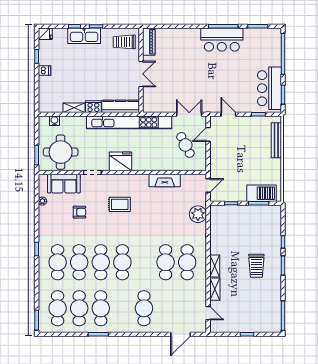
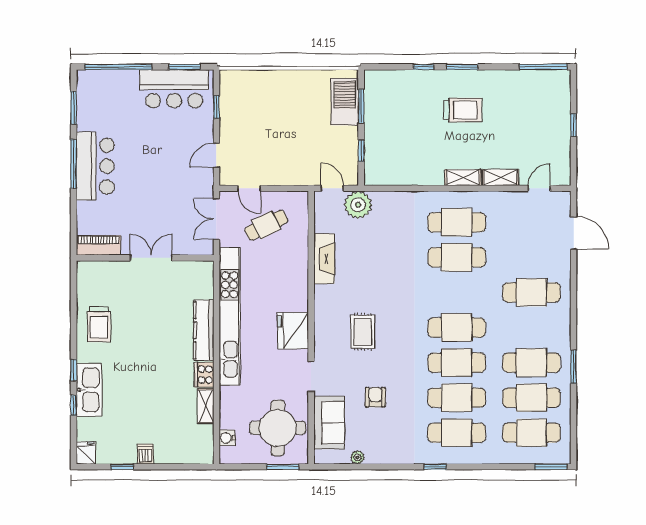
piano: (149, 42) -> (99, 245), moved
wall: (141, 70) -> (145, 258), moved
double door: (141, 74) -> (151, 258), moved
bench: (276, 140) -> (259, 78), removed
plant: (198, 214) -> (358, 205), moved

